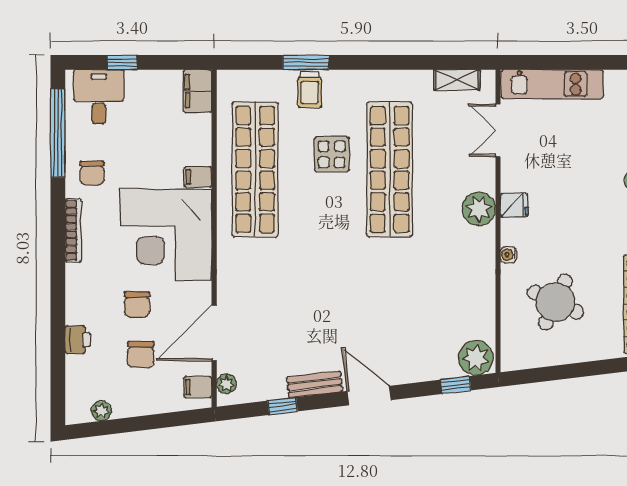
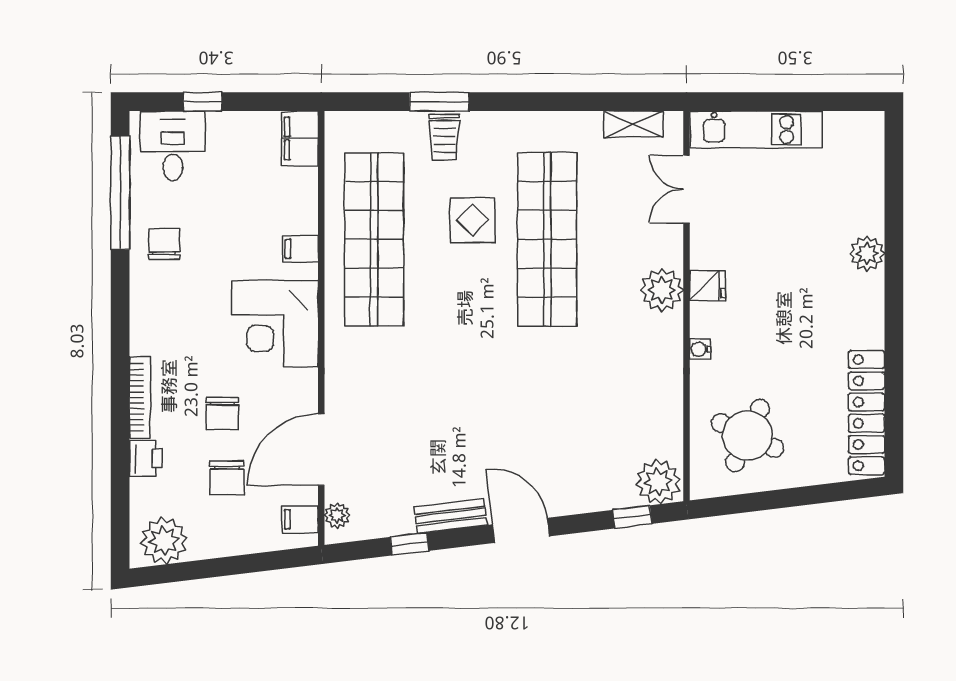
chair: (92, 173) -> (164, 244), turned 180
bookcase: (73, 230) -> (140, 397), moved
corner desk: (166, 235) -> (275, 324), width x0.74, depth x0.74
round table: (555, 302) -> (747, 436), moved
plant: (101, 411) -> (164, 541), width x1.87, depth x1.87

